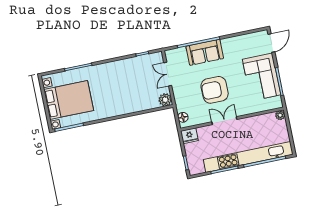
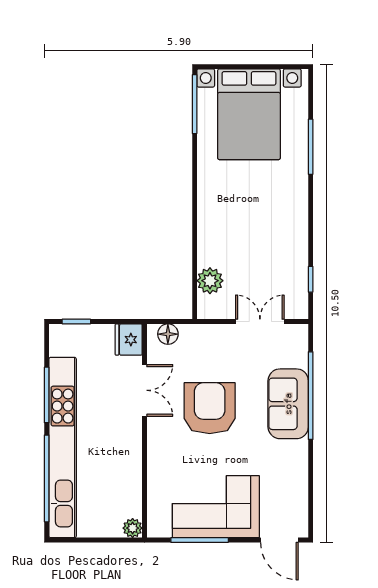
plant: (165, 100) -> (210, 281), moved
double door: (224, 121) -> (145, 390), moved

